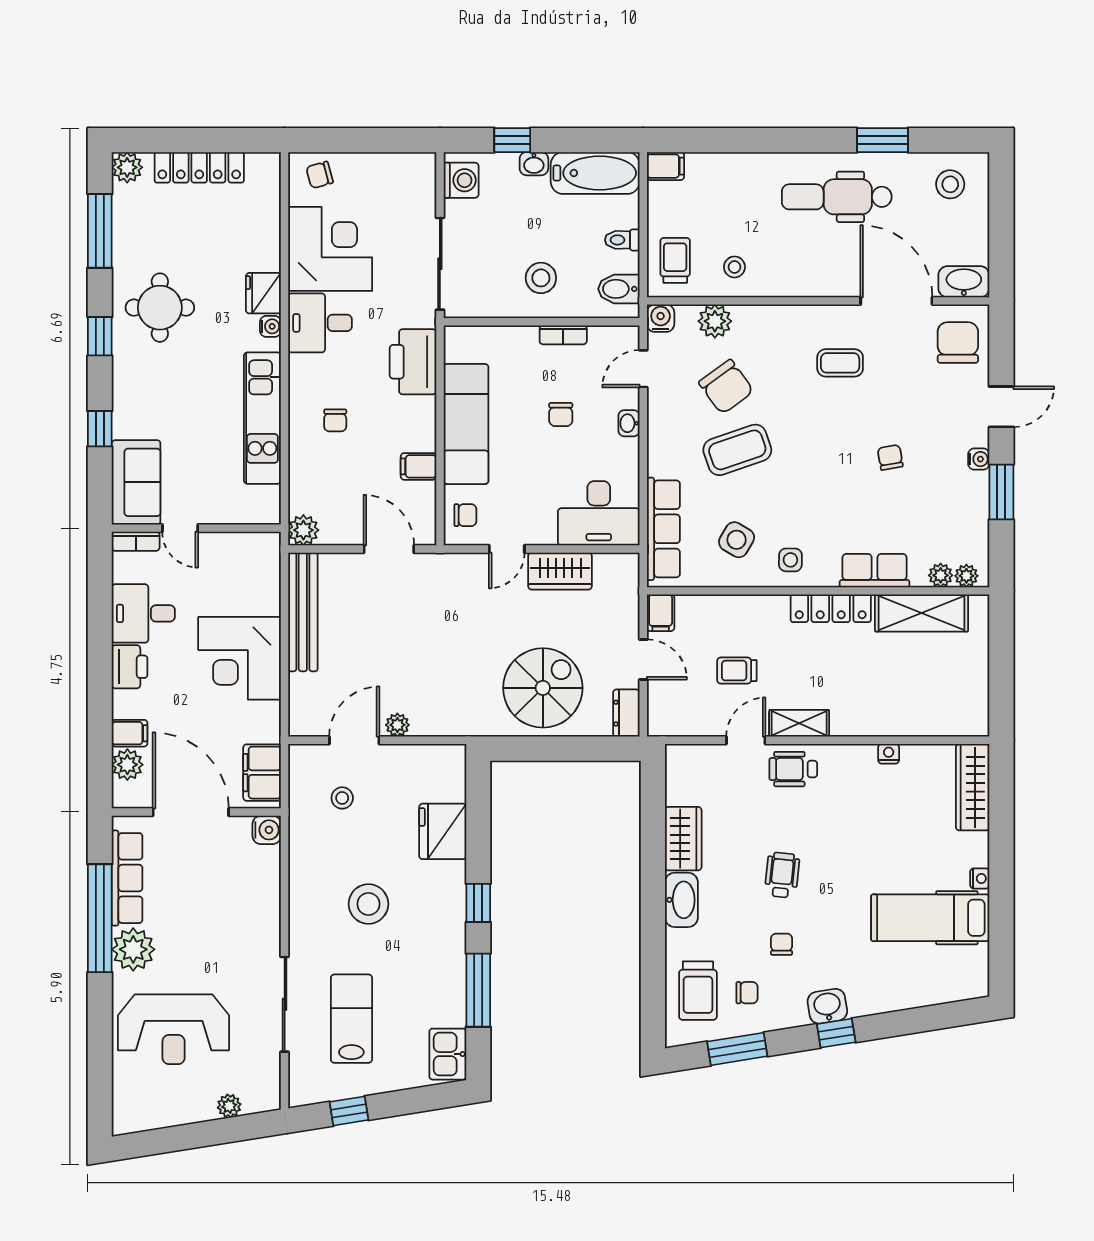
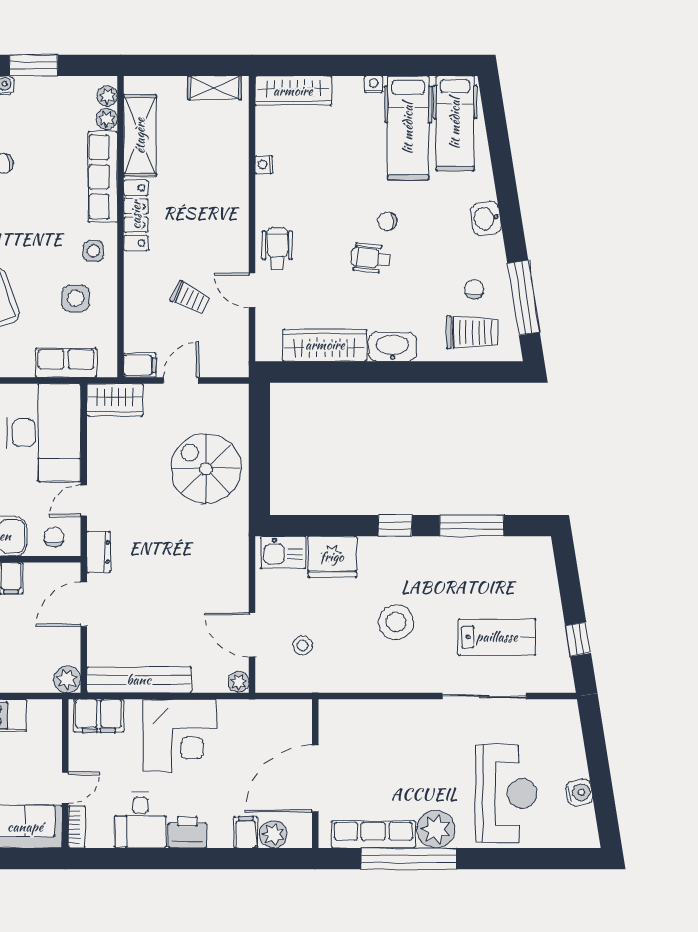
desk: (599, 513) -> (44, 433), width x1.36, depth x1.30
row of seats: (663, 529) -> (66, 363), width x0.68
side table: (737, 540) -> (76, 298), turned -30
door: (507, 549) -> (84, 501), swing flipped
wardrobe: (560, 571) -> (115, 400), moved, turned 90
row of seats: (875, 571) -> (103, 177), width x1.48
trolley: (737, 671) -> (191, 298), turned -64
dresser: (626, 713) -> (99, 552), moved, turned -90
shelving: (799, 723) -> (214, 88), moved, turned 90
plant: (397, 725) -> (239, 682), moved
wheelchair: (793, 769) -> (277, 248), turned 180
filing cabinet: (262, 773) -> (99, 716), moved
water cooler: (267, 830) -> (579, 792), moved, turned 81
wardrobe: (683, 839) -> (325, 345), width x1.50
chair: (782, 944) -> (387, 221), moved
hospital bed: (935, 971) -> (455, 123), added
lab bench: (351, 1019) -> (497, 637), turned 180
window: (836, 1033) -> (510, 211), removed
window: (737, 1049) -> (524, 298), width x1.44
kitchen sink: (448, 1054) -> (283, 552), moved
plant: (229, 1106) -> (574, 745), removed

